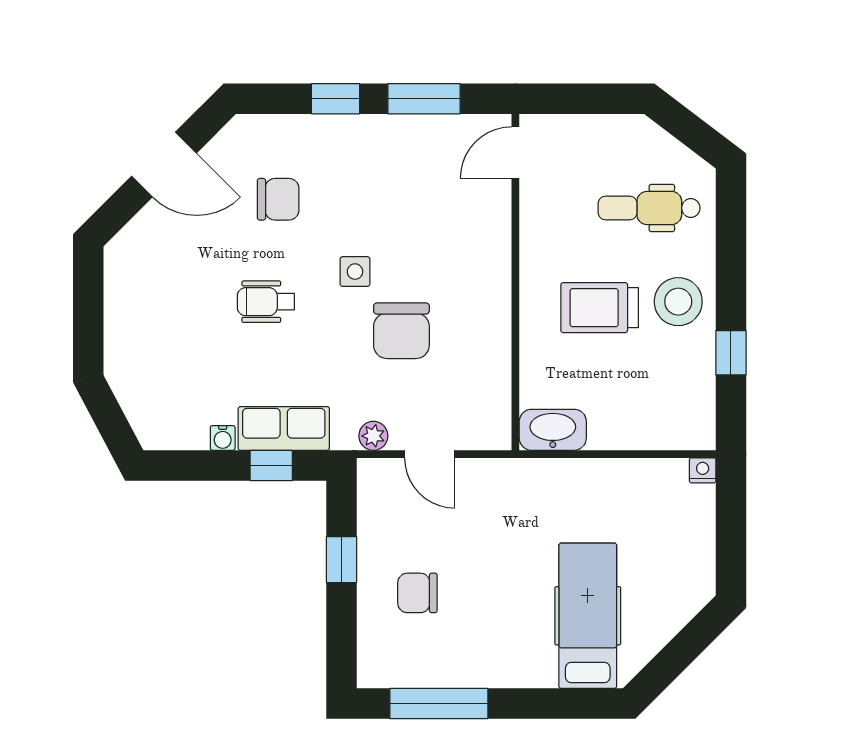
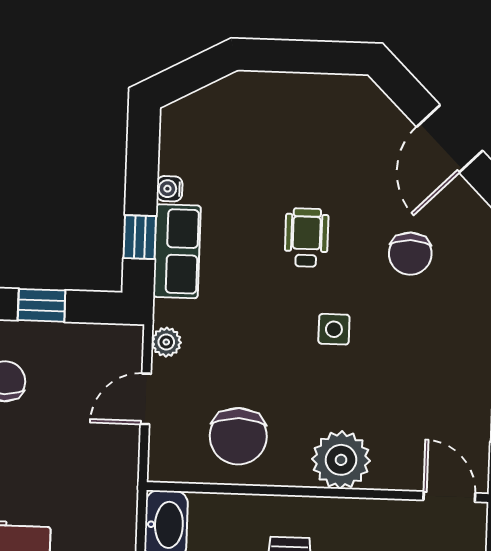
plant: (483, 260) -> (341, 460), added
chair: (401, 331) -> (238, 436), moved, turned -90

